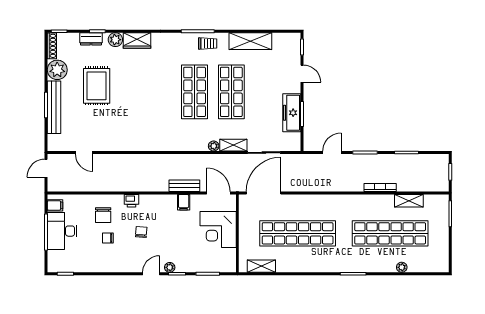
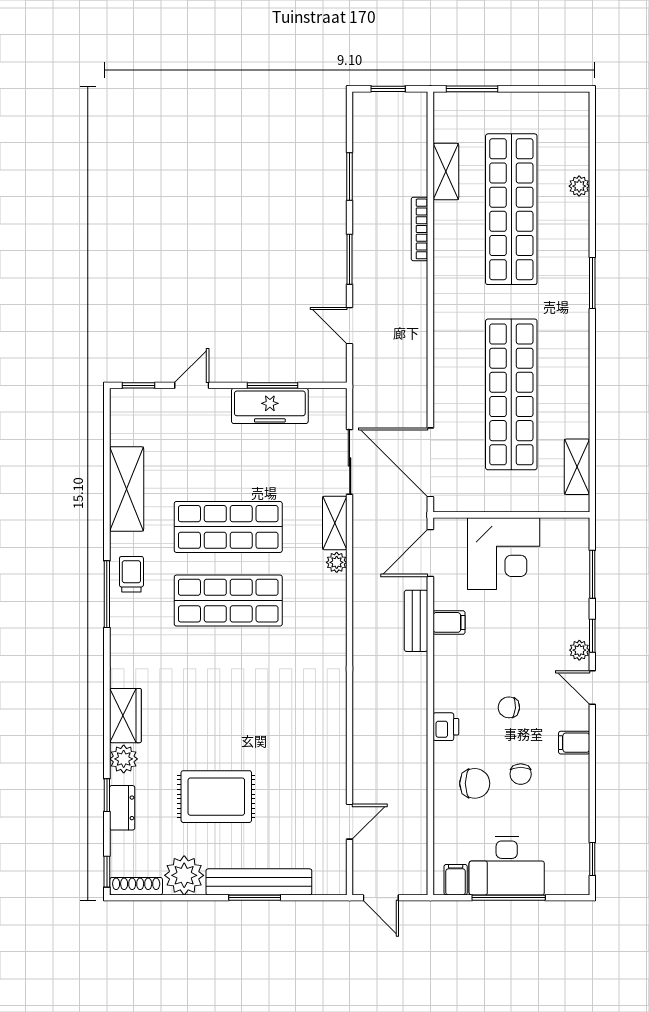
filing cabinet: (124, 265) -> (574, 743), added

